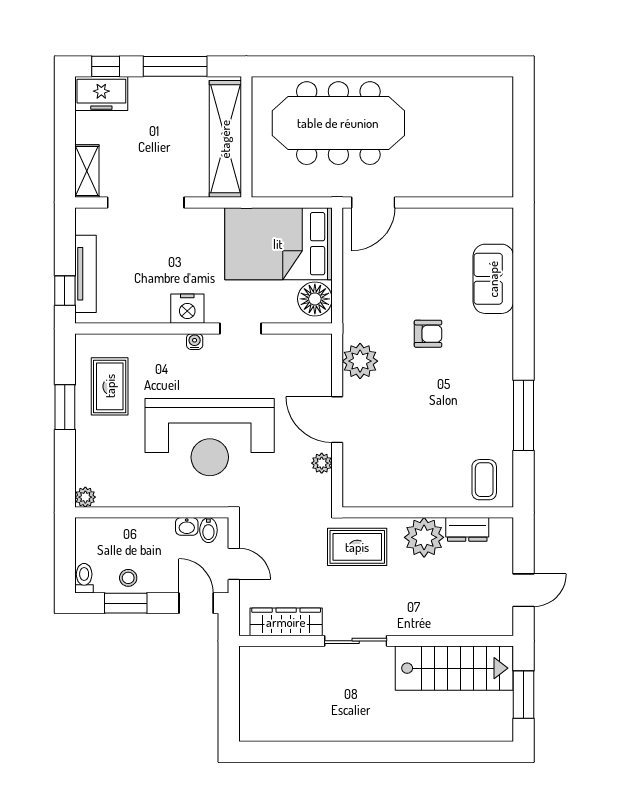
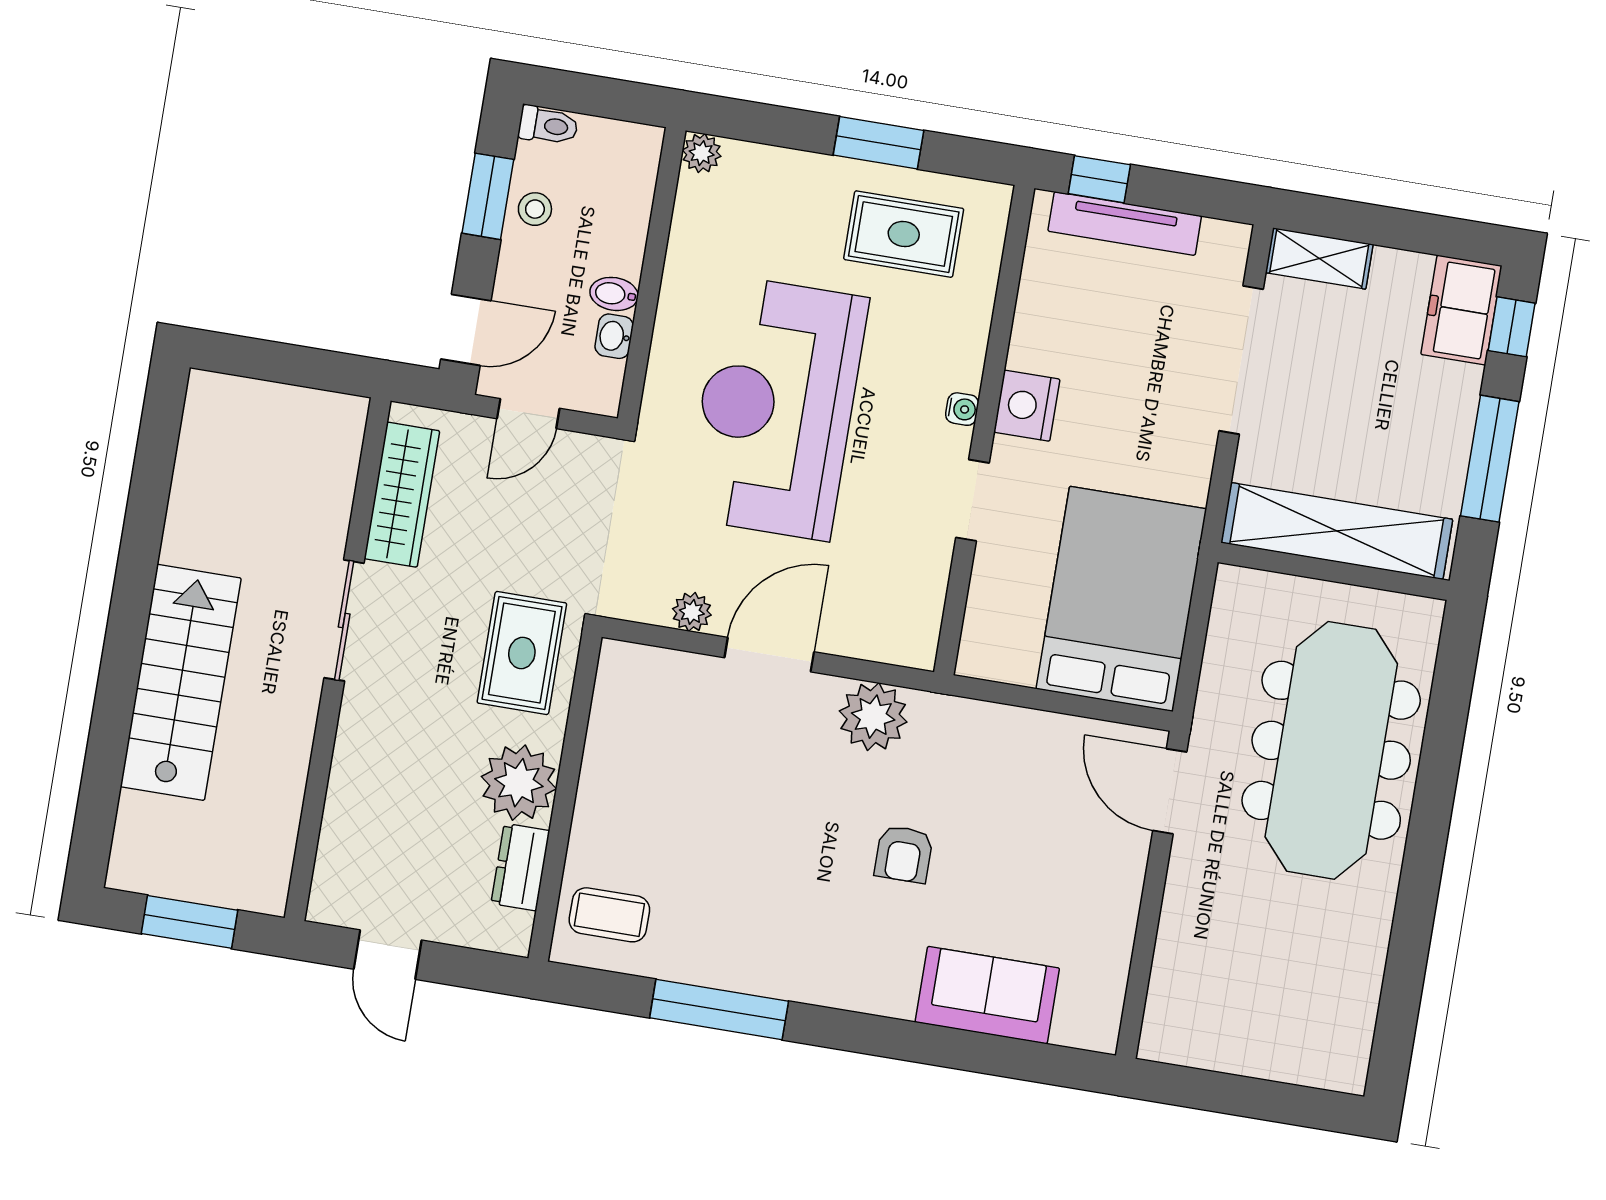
floor lamp: (315, 299) -> (1005, 651), removed
bidet: (208, 530) -> (614, 294), moved
stairs: (454, 668) -> (181, 682), moved, turned 180

